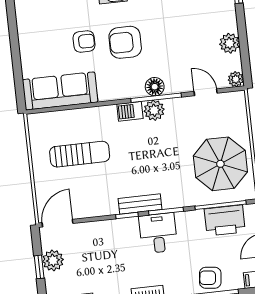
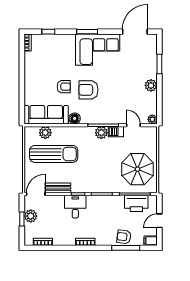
plant: (230, 43) -> (151, 85), moved
floor lamp: (155, 87) -> (75, 118), moved
barbecue: (130, 111) -> (116, 132), moved
plant: (62, 120) -> (45, 133), added
sun lounger: (80, 154) -> (54, 154), width x1.36, depth x1.34
bench: (140, 204) -> (58, 188), moved
desk: (158, 233) -> (75, 207), moved

